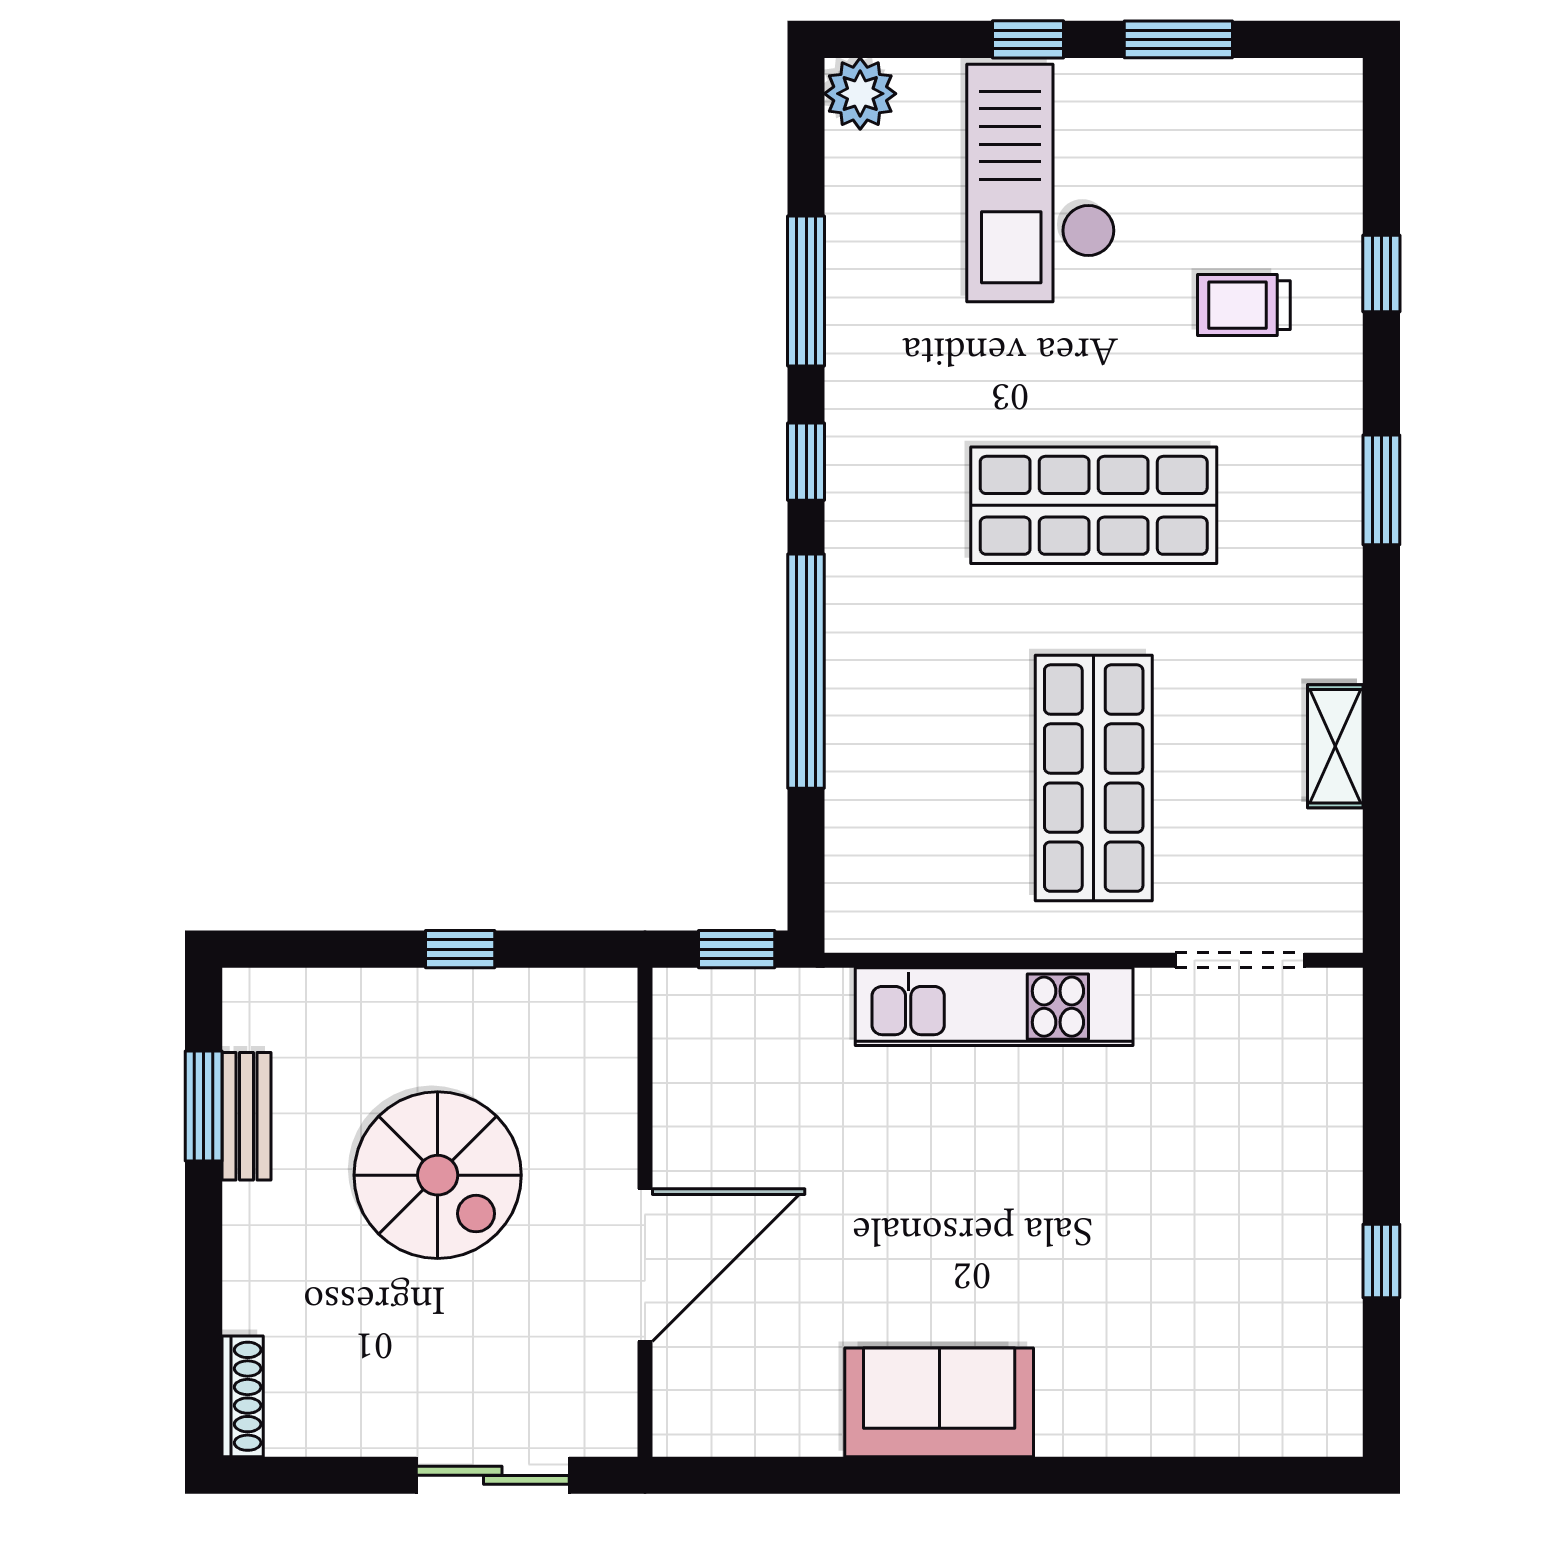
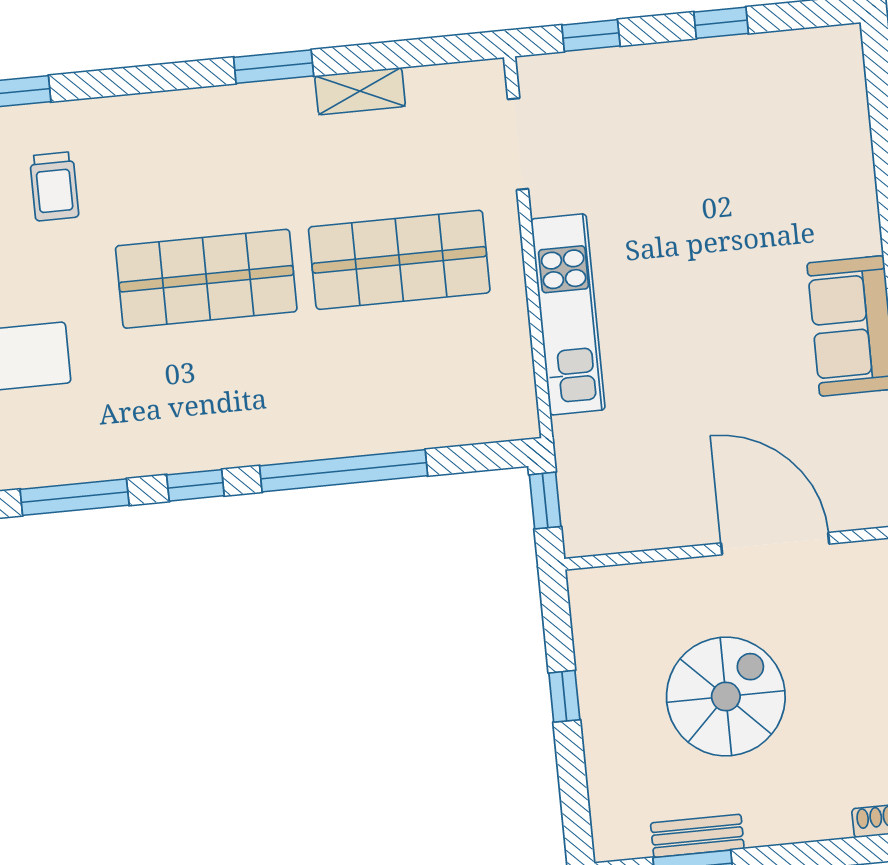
window: (1381, 490) -> (274, 67), moved
shop shelf: (1094, 505) -> (206, 279), turned 90
window: (1381, 1077) -> (591, 36), added

